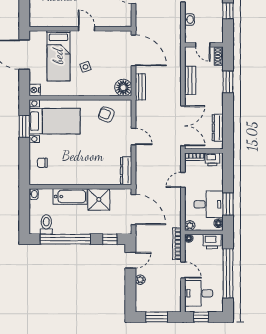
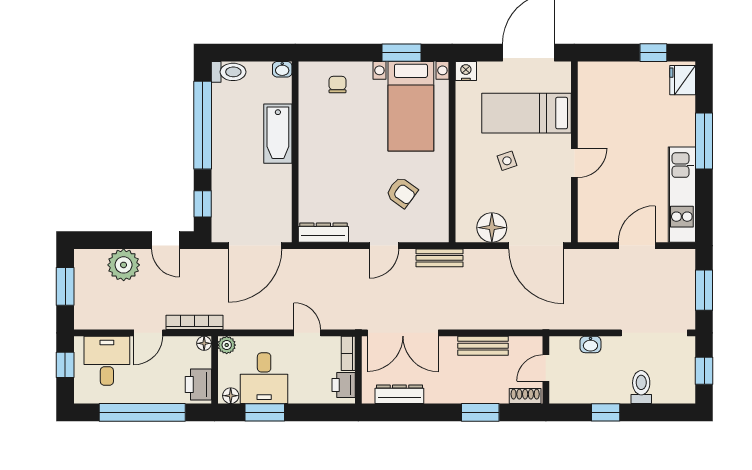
door: (134, 50) -> (536, 246), hinge flipped
bench: (140, 87) -> (440, 258), moved
floor lamp: (123, 88) -> (492, 228), moved
armchair: (106, 114) -> (402, 192), moved, turned 105
shower: (99, 199) -> (273, 184), removed
toilet: (46, 224) -> (229, 72), moved
plant: (140, 280) -> (124, 265), width x1.88, depth x1.88

